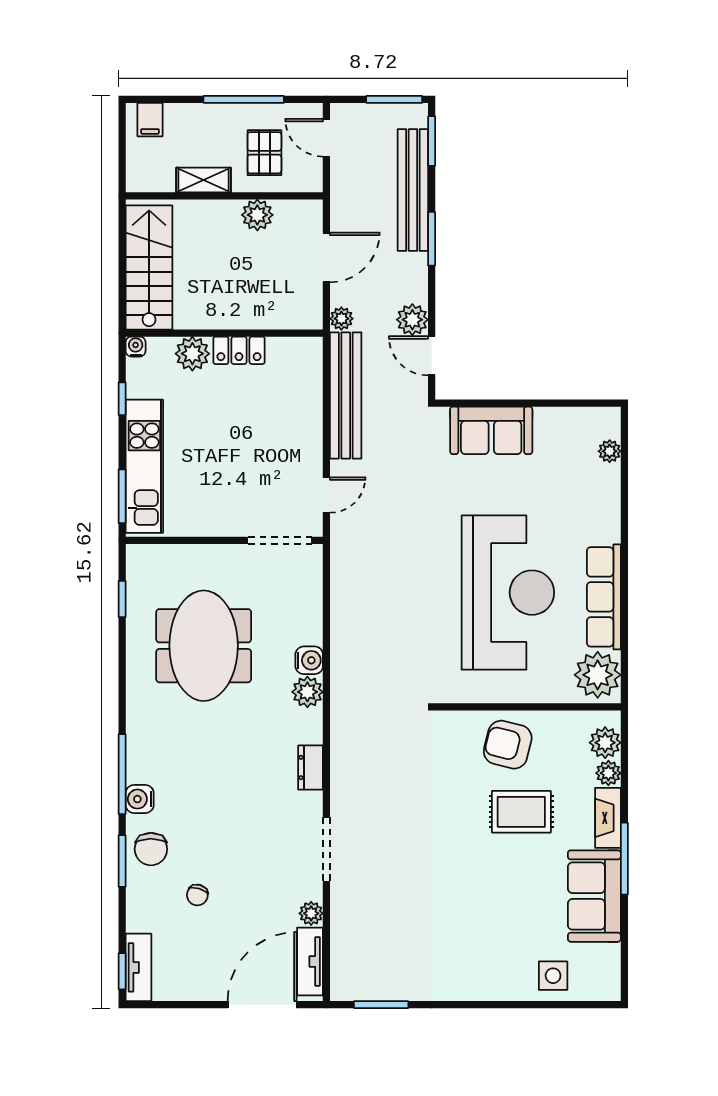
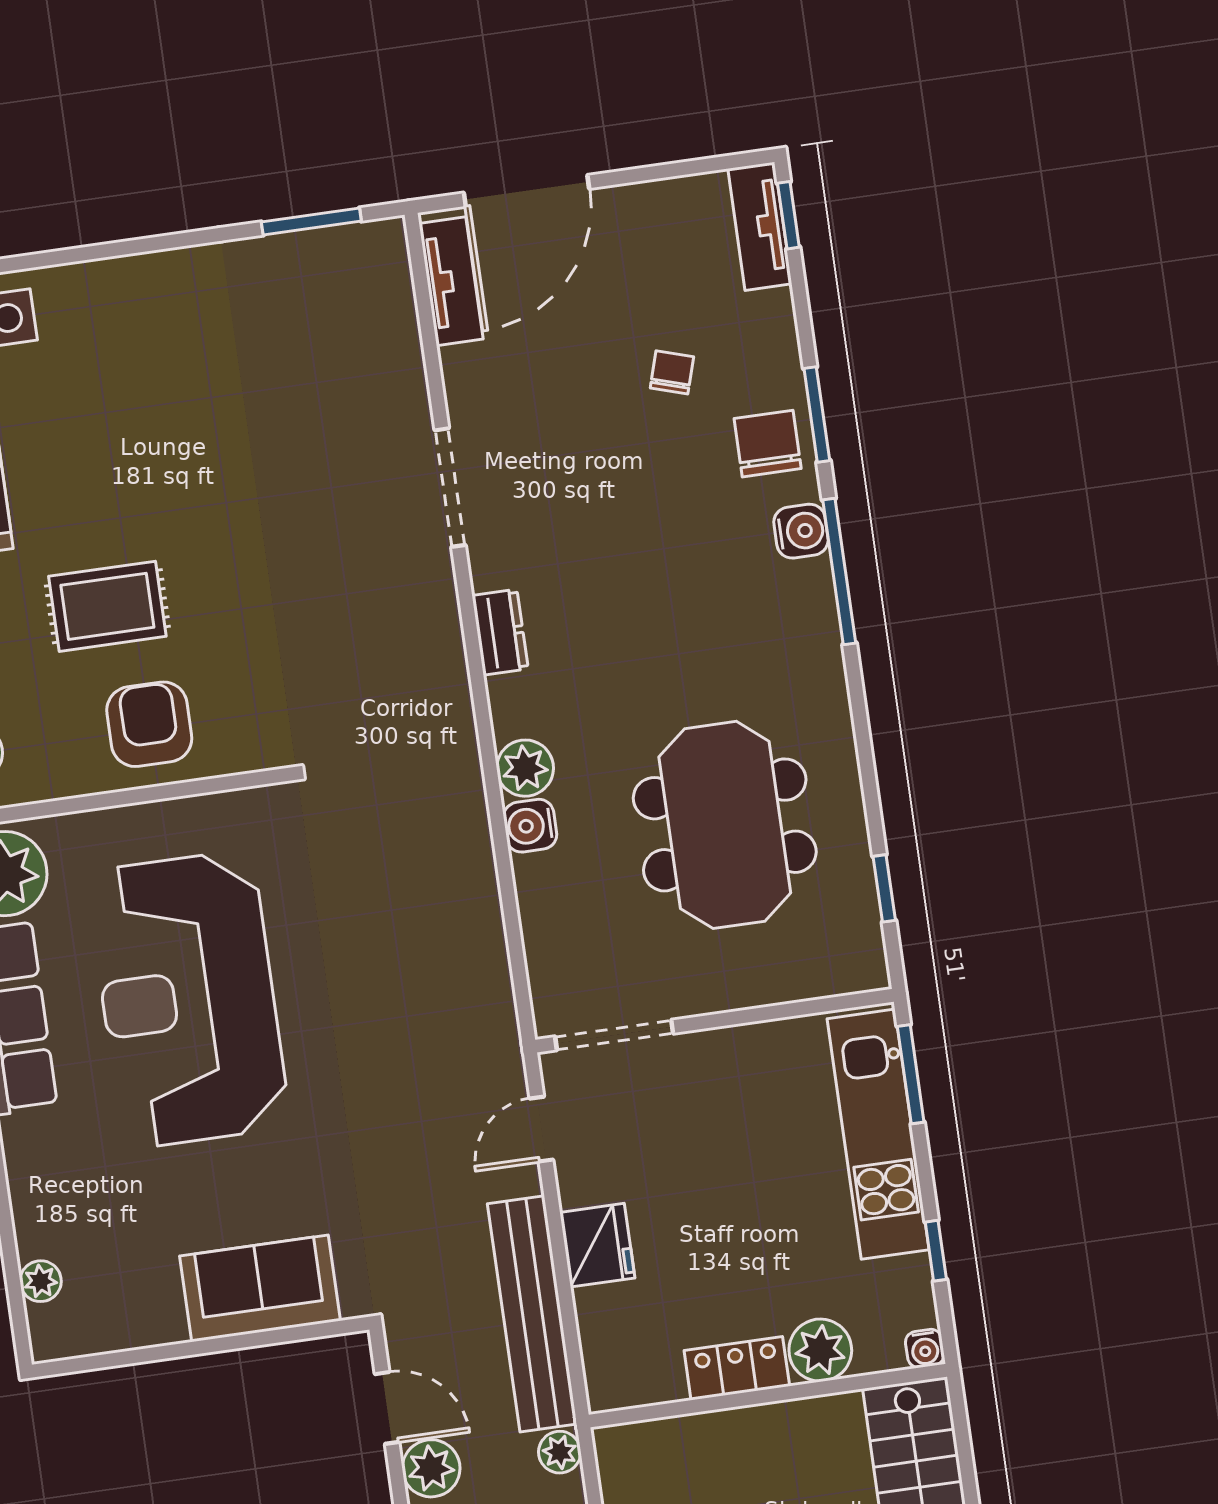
fridge: (305, 428) -> (597, 1245), added
armchair: (508, 745) -> (149, 724), turned -104
plant: (311, 913) -> (461, 368), removed

